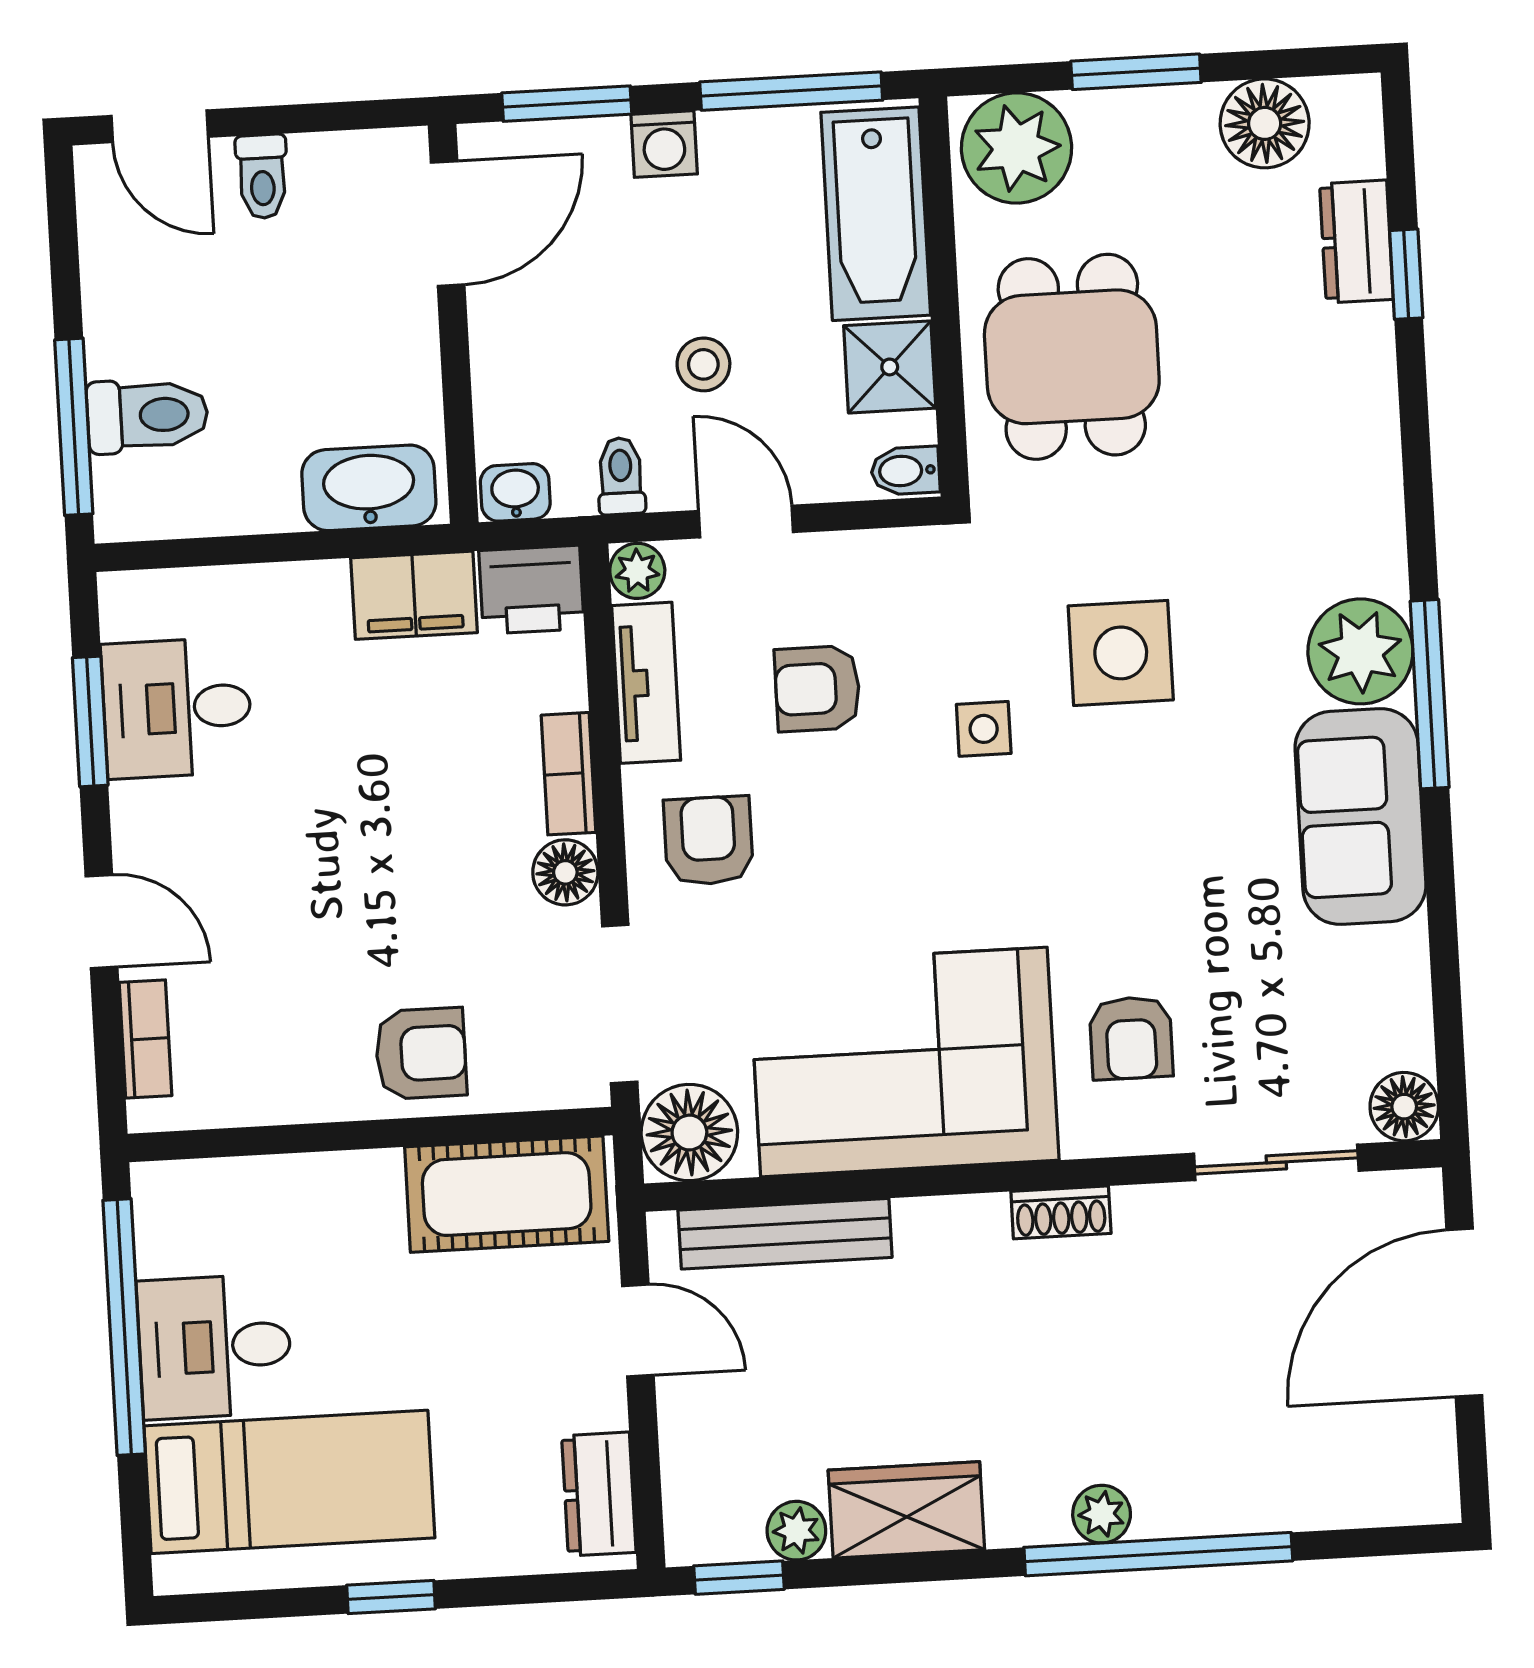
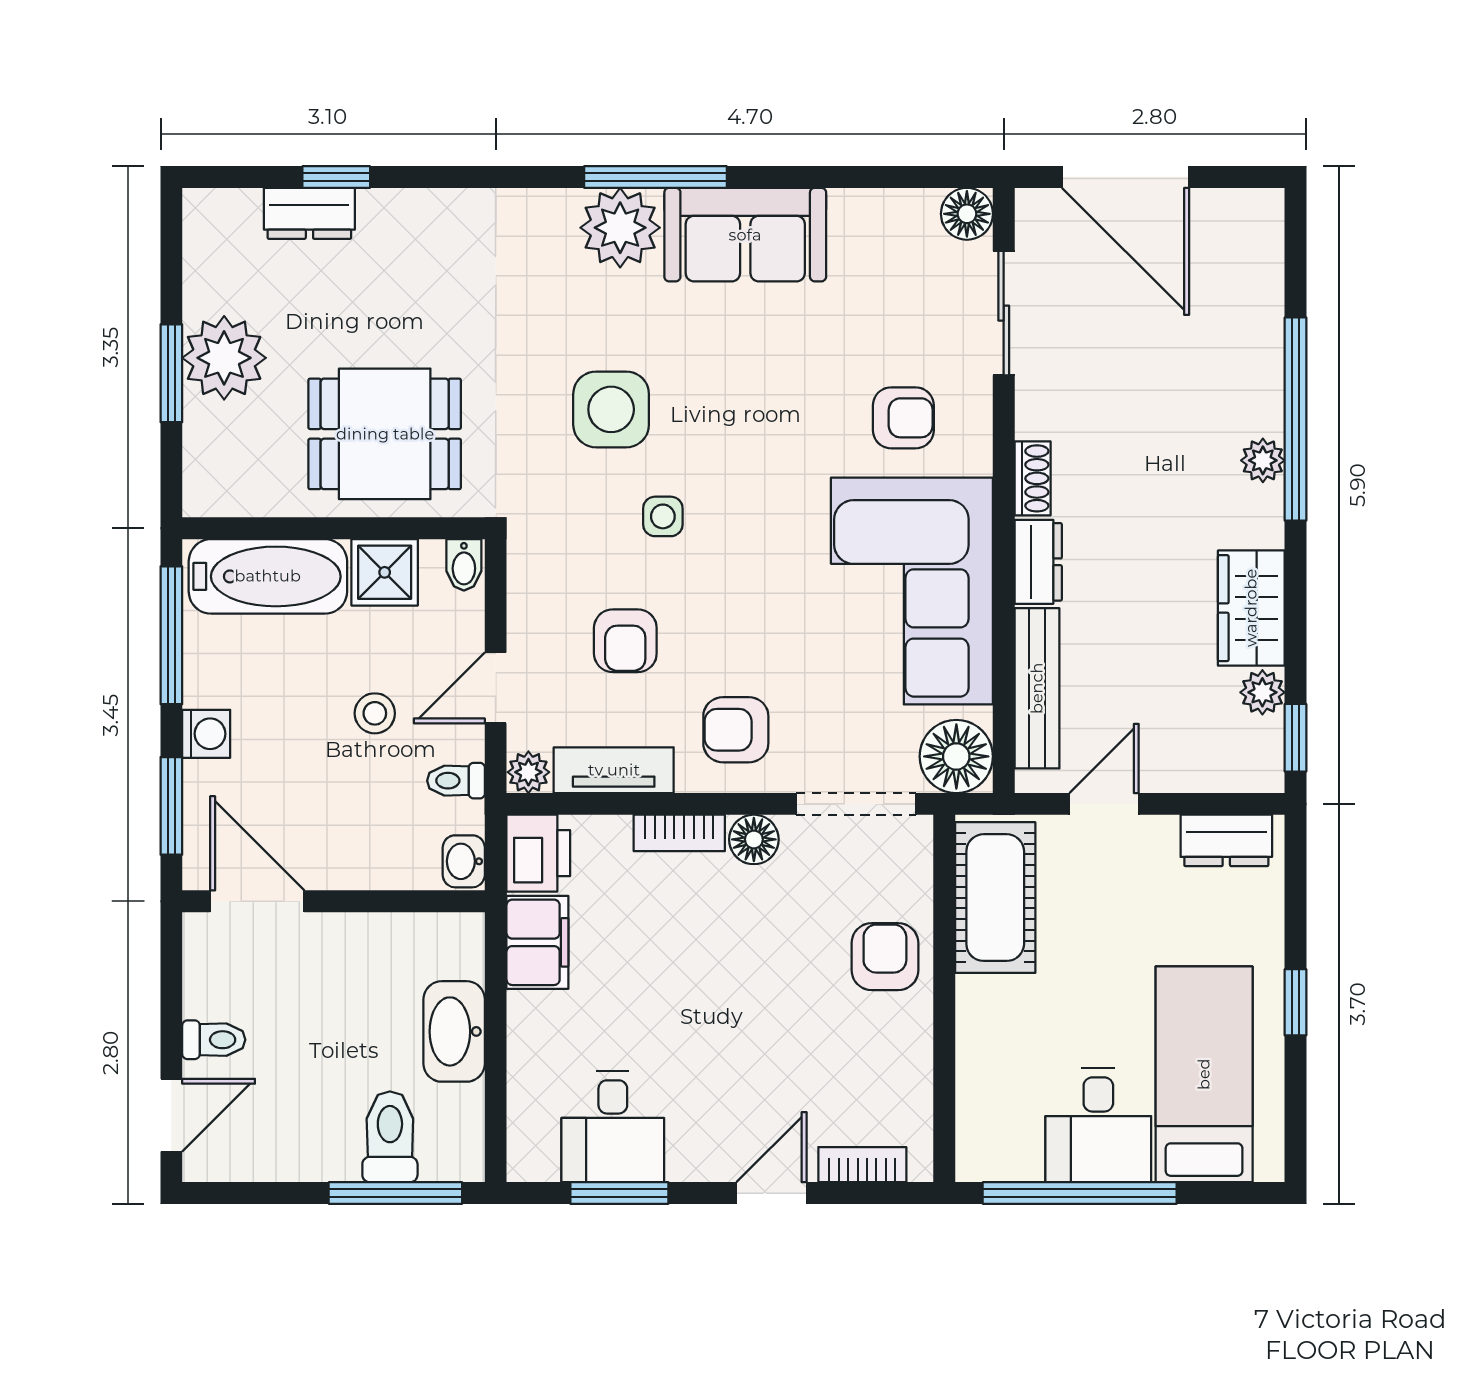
floor lamp: (1265, 123) -> (216, 278), removed
plant: (1017, 148) -> (224, 358), moved
washbasin: (369, 488) -> (454, 1031), moved
dresser: (952, 1226) -> (1038, 562), added

